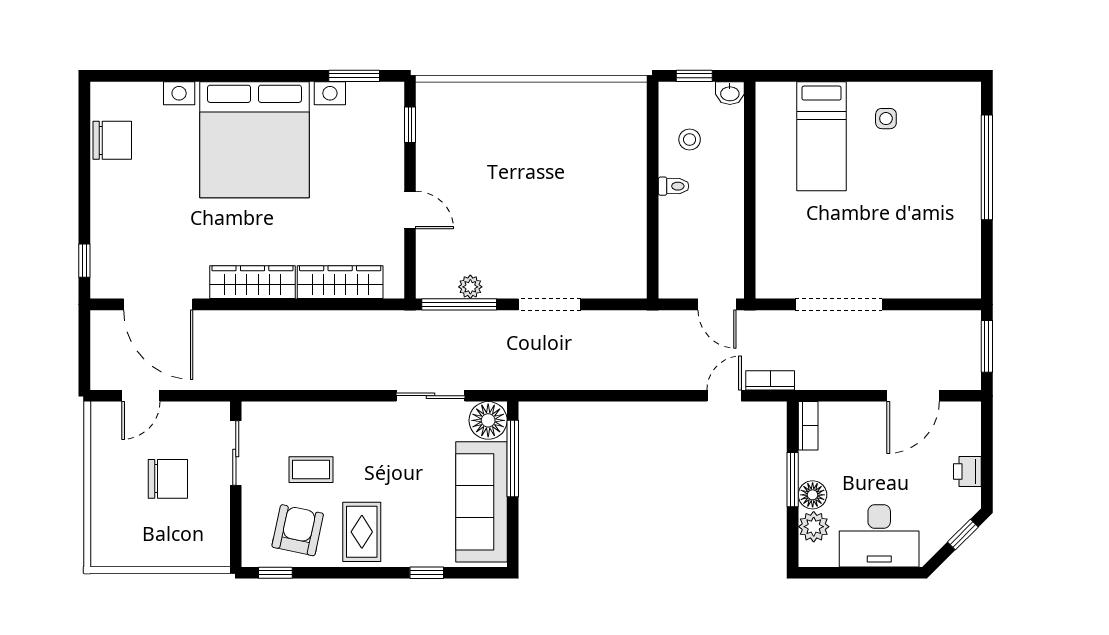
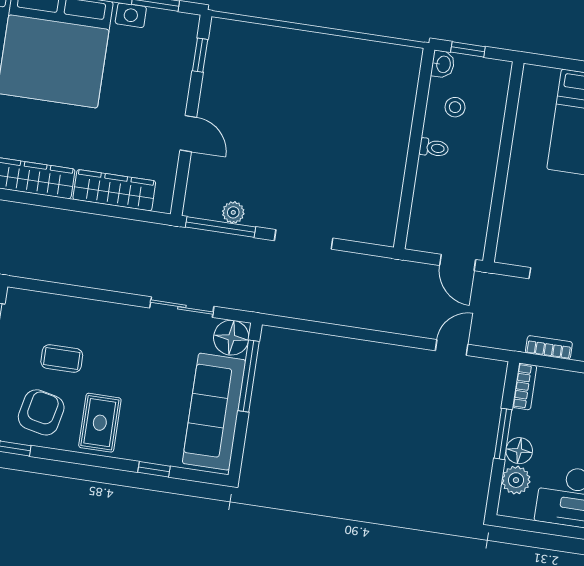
washbasin: (730, 93) -> (443, 64), moved, turned -90
bookcase: (770, 380) -> (549, 347), moved

